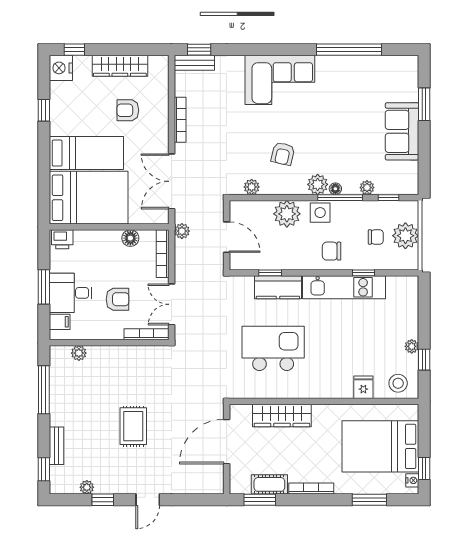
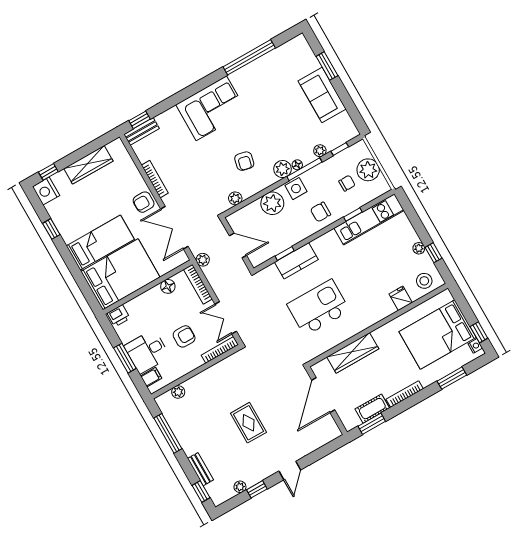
armchair: (128, 110) -> (144, 202), moved
kitchen unit: (344, 287) -> (369, 219), moved

